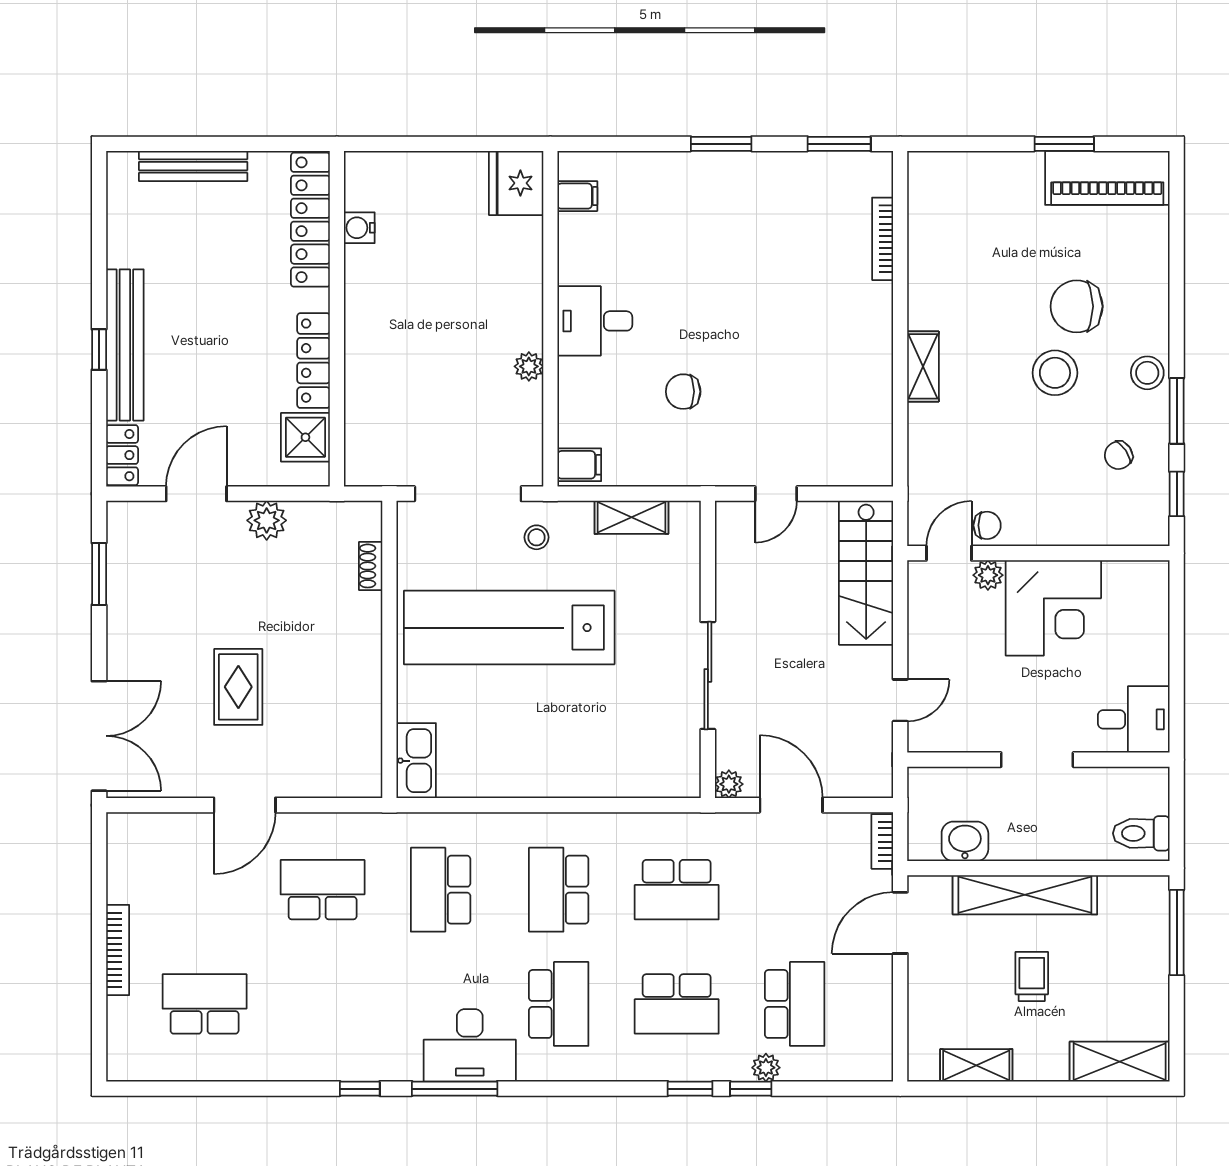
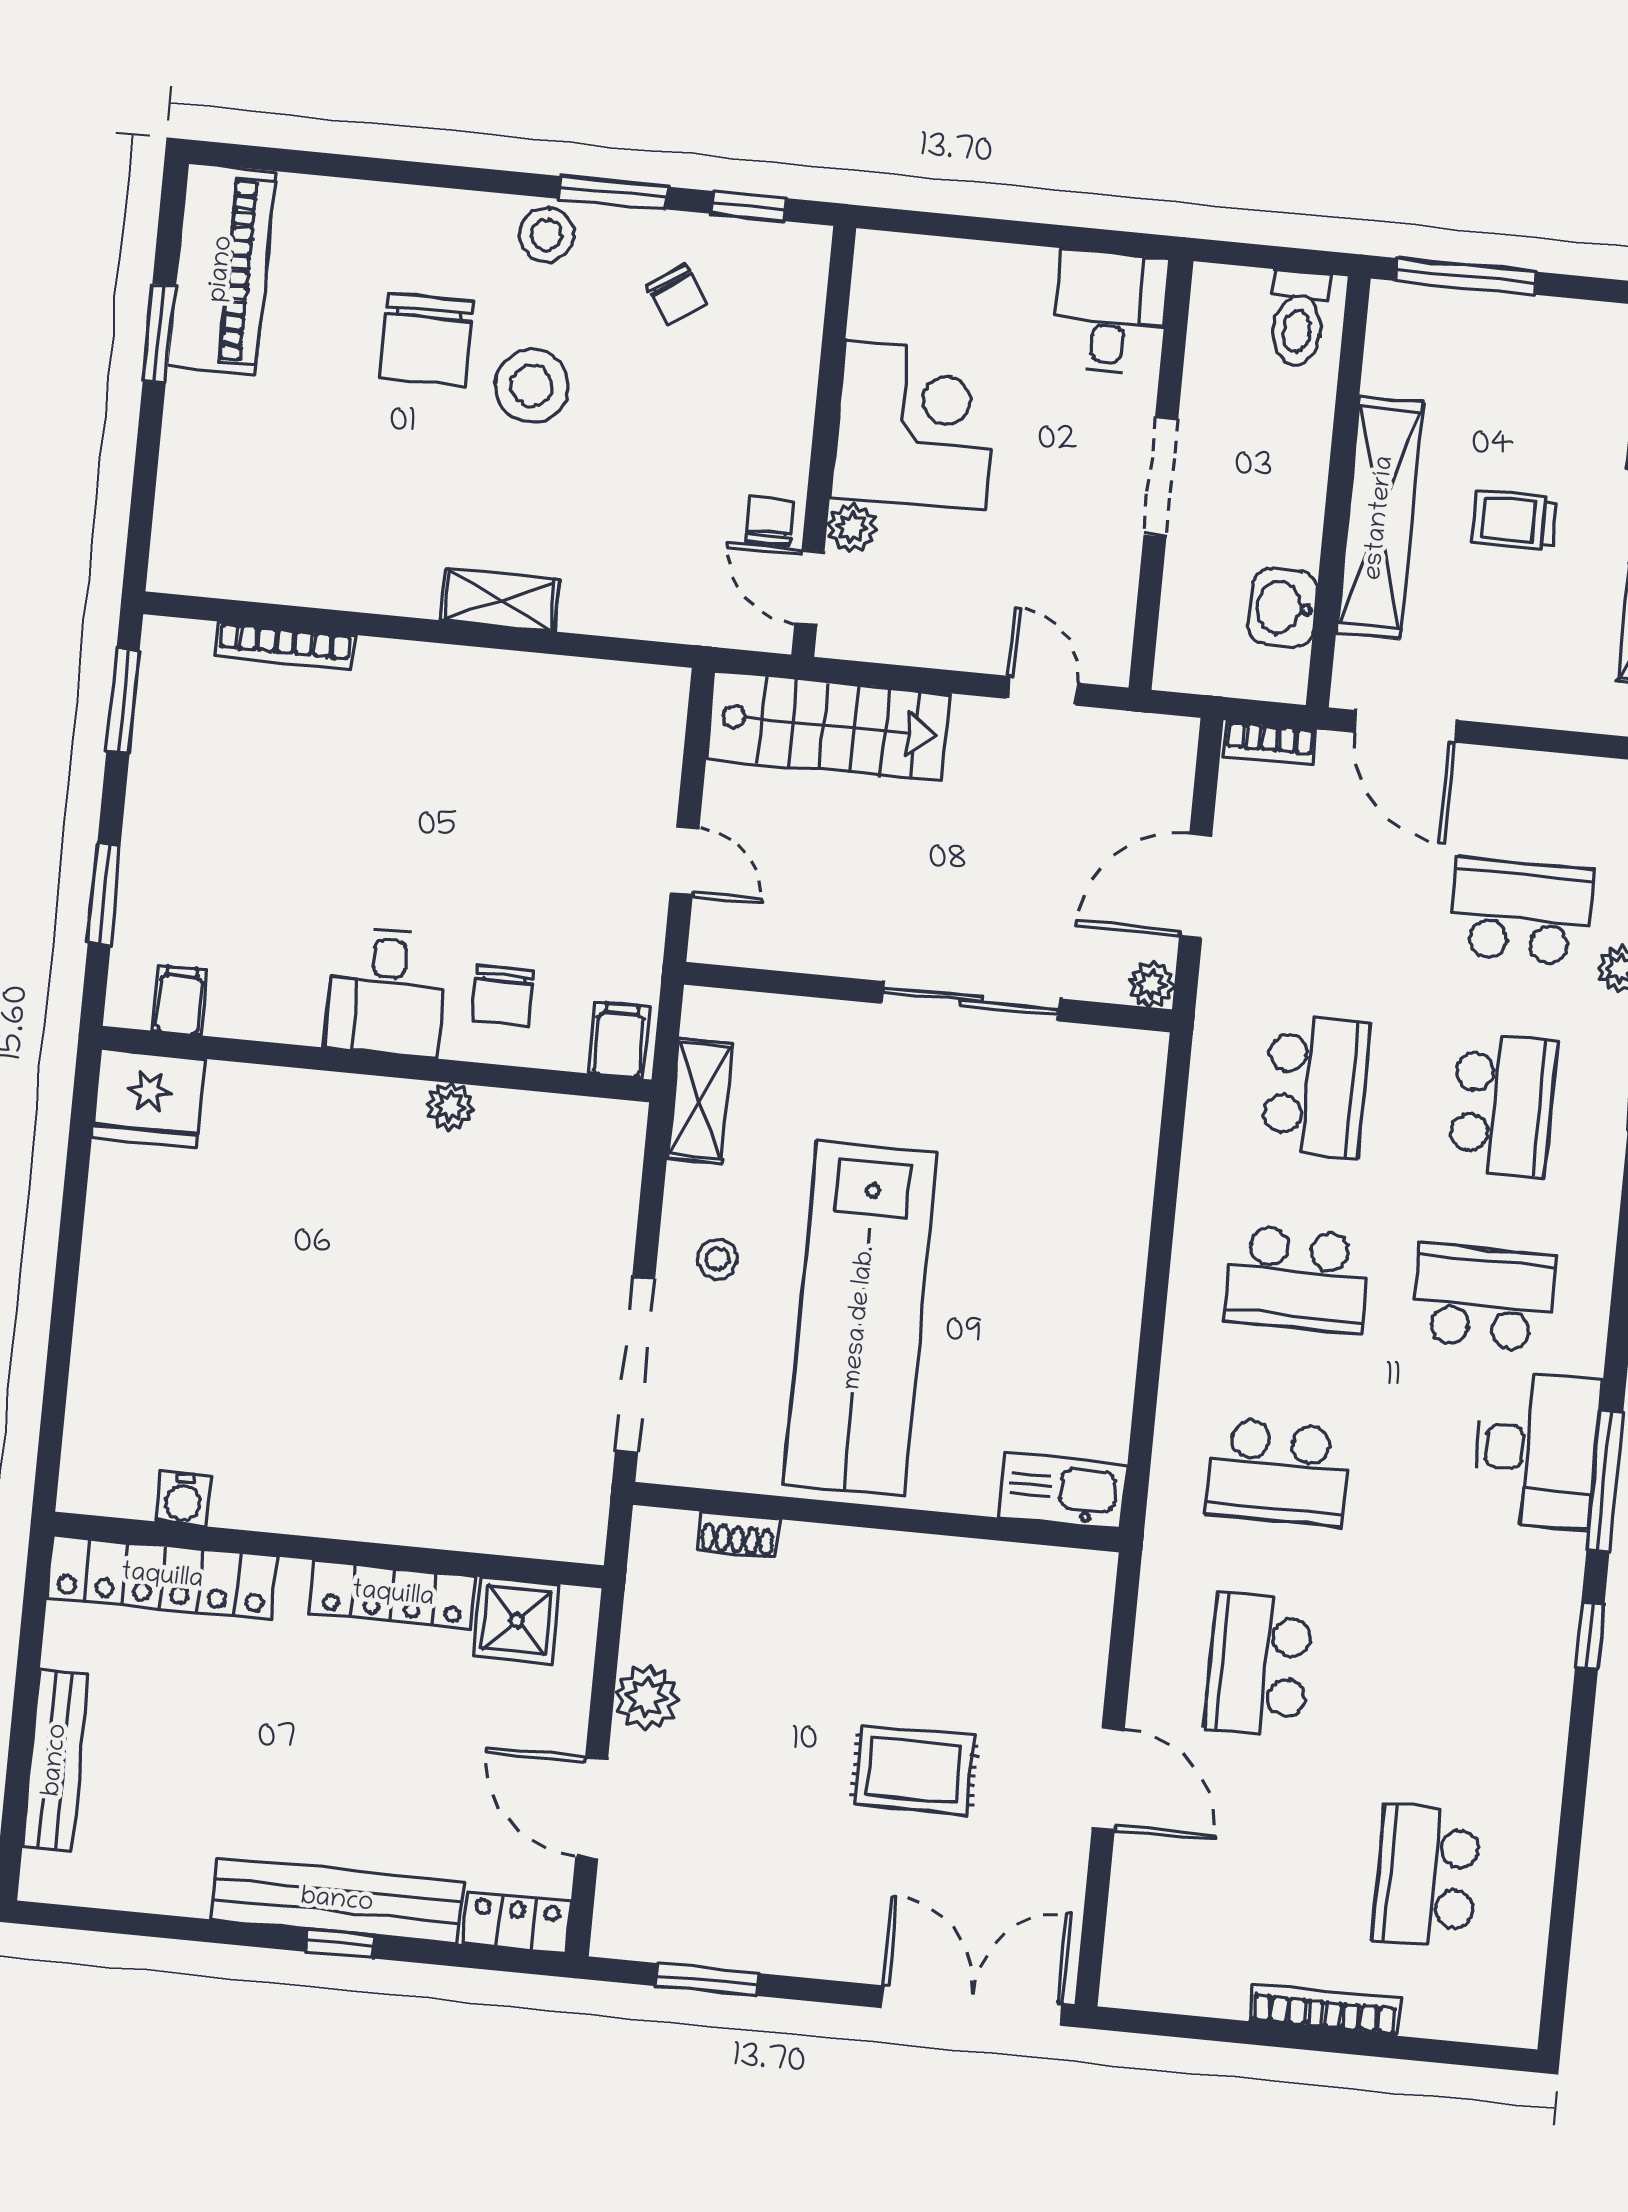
fridge: (516, 183) -> (149, 1098), moved
filing cabinet: (577, 196) -> (180, 1000), moved
wall: (550, 319) -> (376, 1064), moved
desk: (595, 321) -> (387, 992), moved
plant: (529, 366) -> (450, 1107), moved
filing cabinet: (579, 465) -> (619, 1040), moved

